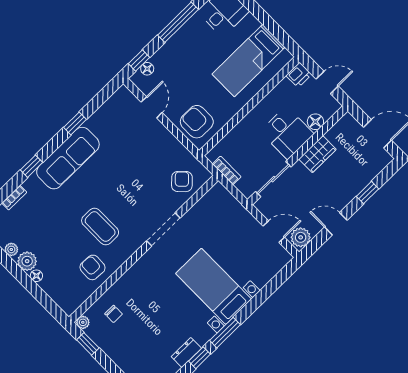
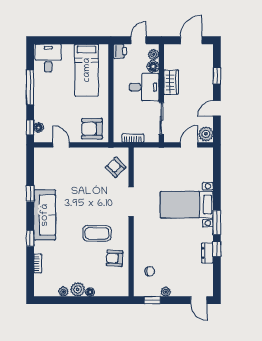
plant: (328, 111) -> (154, 54), added
plant: (83, 322) -> (166, 292), moved

